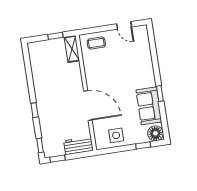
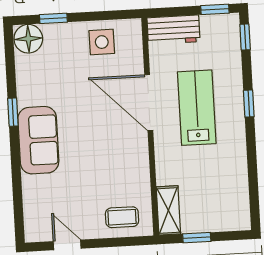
lab bench: (62, 105) -> (197, 108), added
sofa: (149, 106) -> (38, 140), moved

